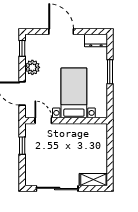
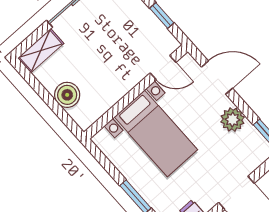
boiler: (99, 148) -> (67, 95), added

